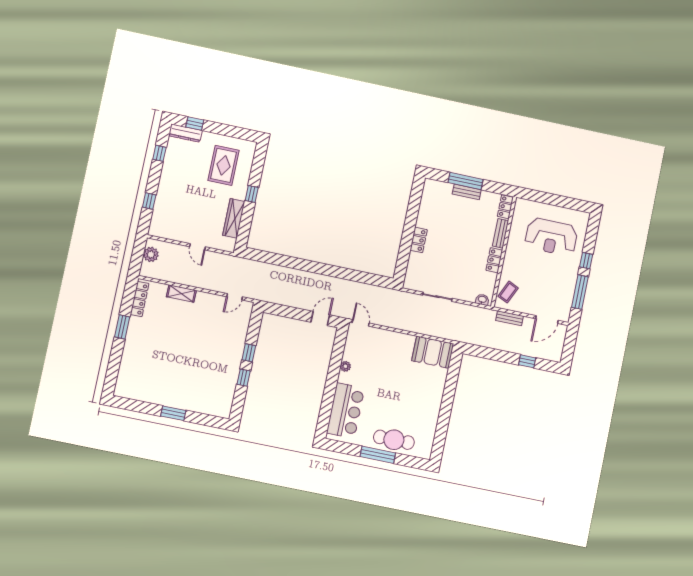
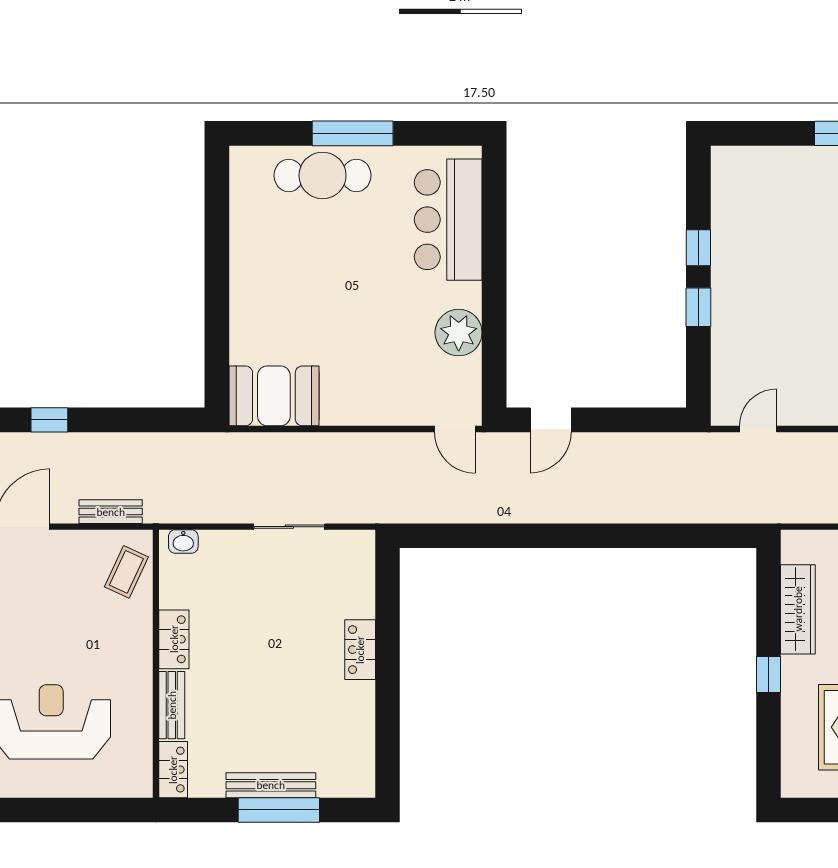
bench: (467, 192) -> (271, 785), width x1.36
plant: (345, 366) -> (459, 333), width x1.88, depth x1.88

